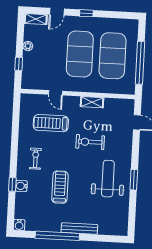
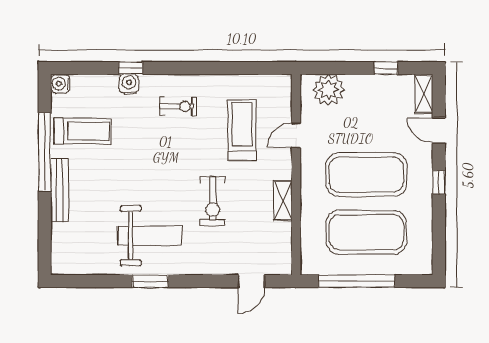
plant: (28, 46) -> (328, 90), moved, width x1.88, depth x1.88
window: (19, 64) -> (386, 68), moved
exercise bike: (90, 142) -> (213, 201), turned 180
treadmill: (60, 187) -> (83, 131), moved

